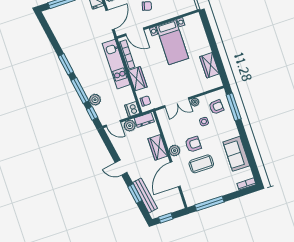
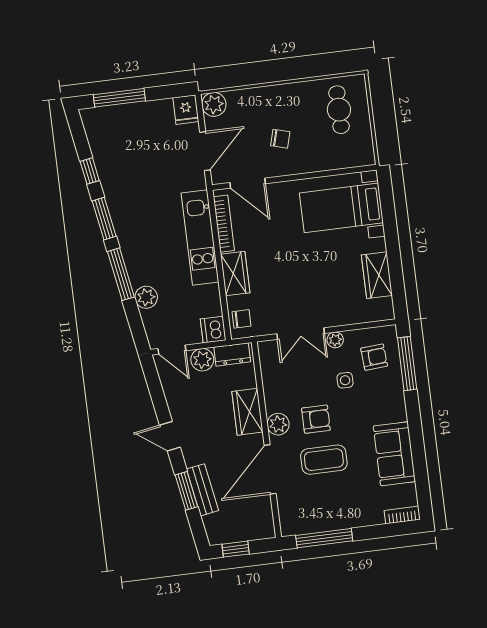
bed with nightstands: (172, 42) -> (341, 208), moved, turned 90
window: (92, 113) -> (90, 171), moved
bench: (145, 195) -> (202, 490), width x0.73

